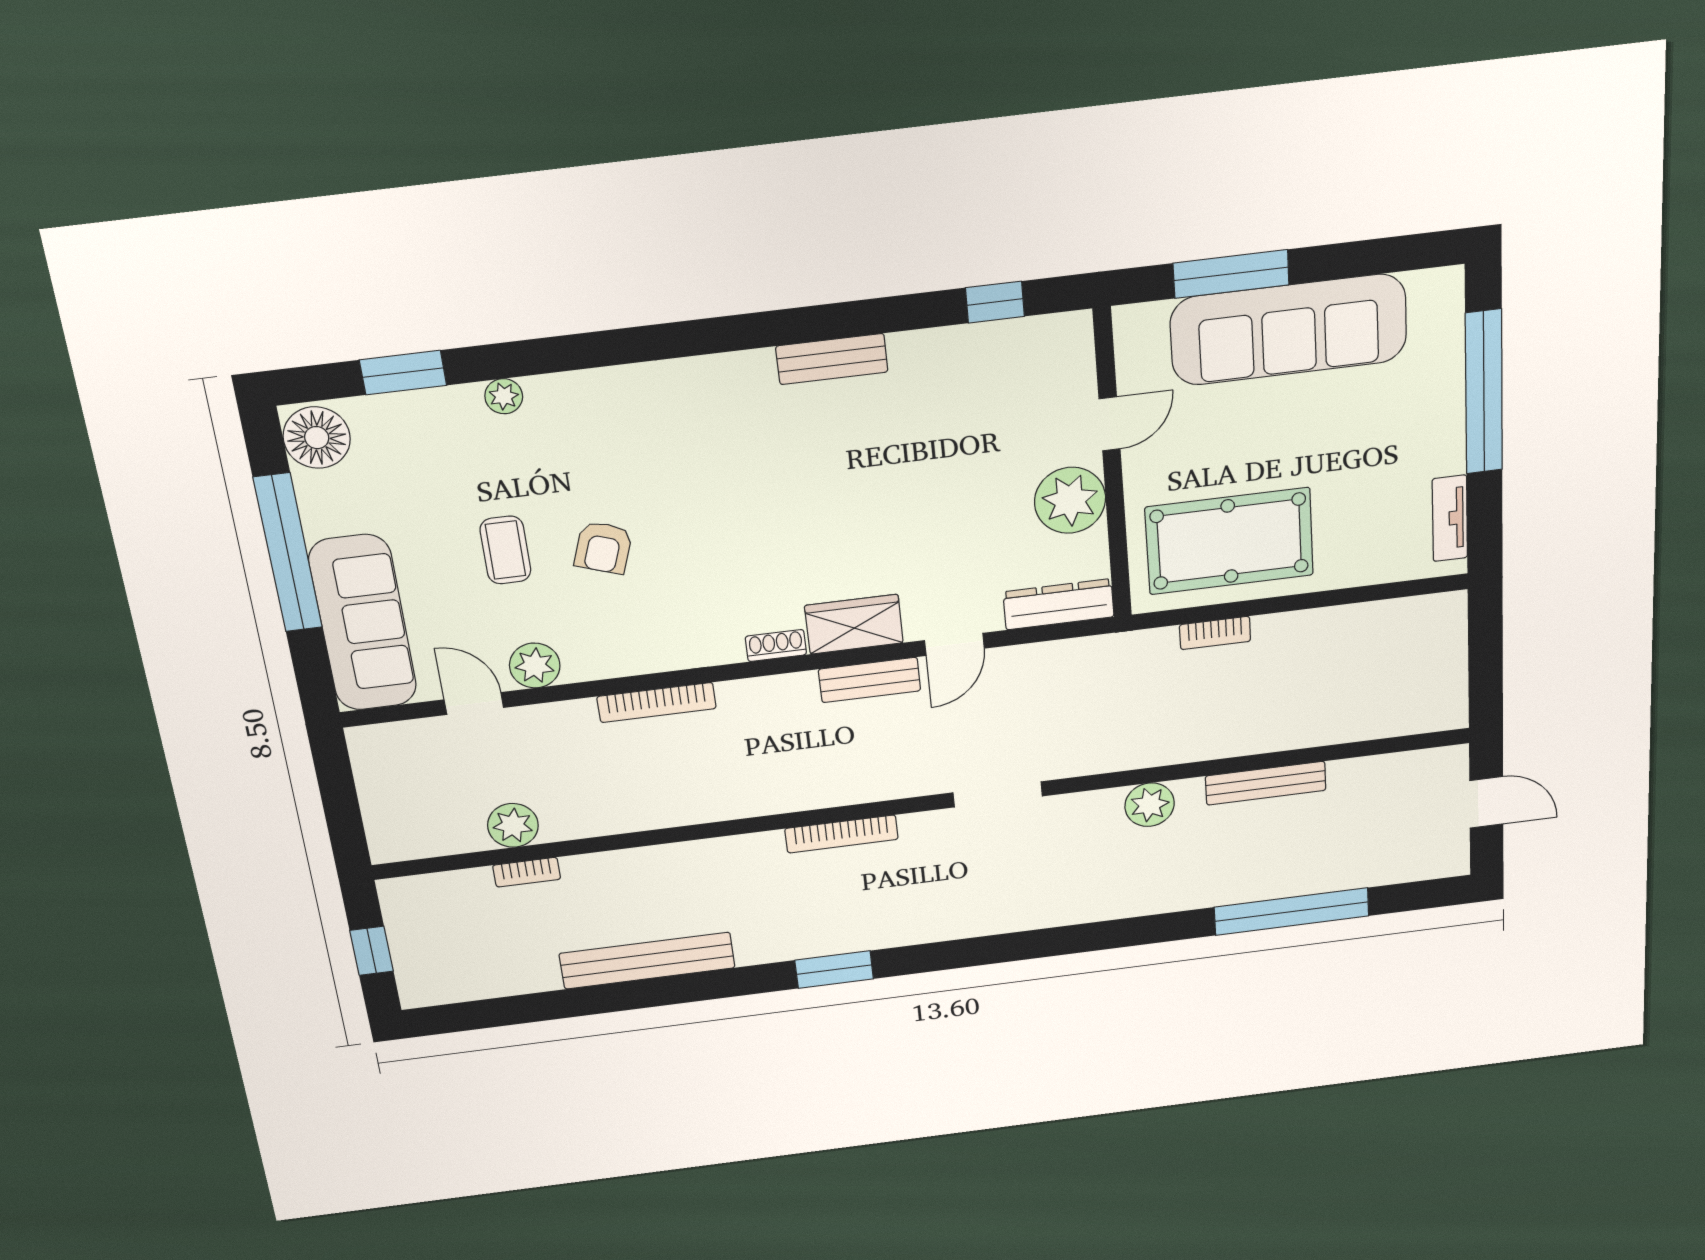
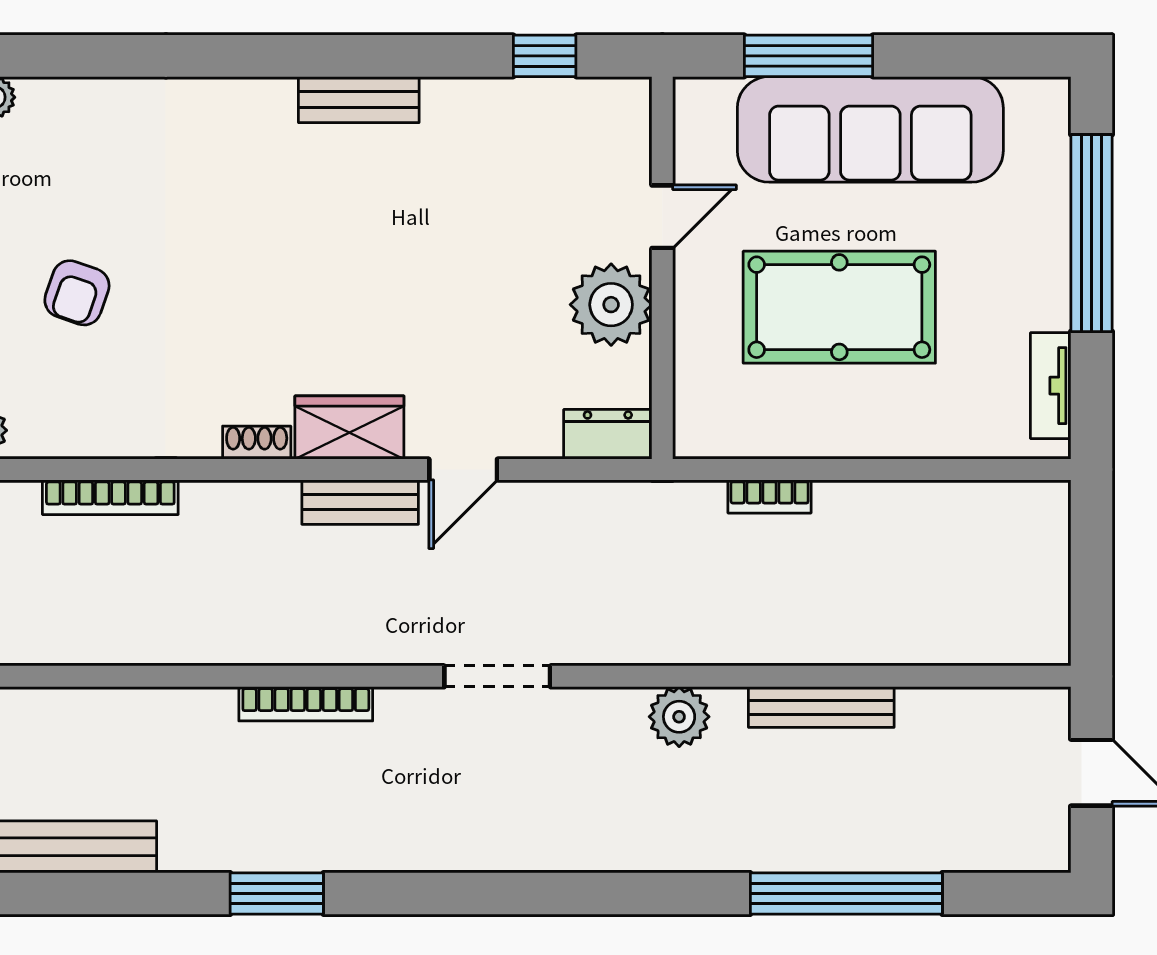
pool table: (1229, 541) -> (839, 307), moved
dresser: (1059, 604) -> (608, 434), width x0.70

